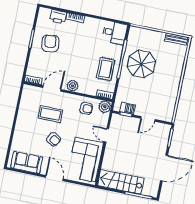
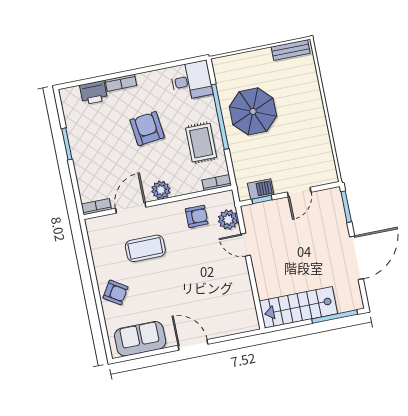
armchair: (50, 43) -> (147, 129), moved
plant: (105, 107) -> (228, 220), moved
armchair: (54, 139) -> (116, 292), moved
corner sofa: (85, 160) -> (229, 296), removed

